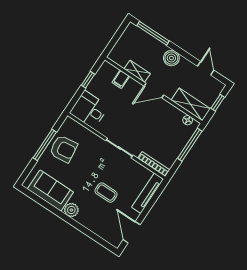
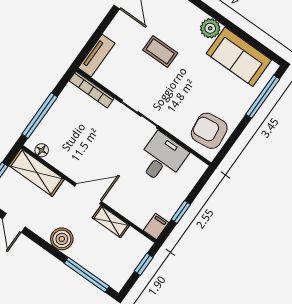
window: (113, 42) -> (144, 264), added
filing cabinet: (121, 79) -> (156, 226), moved
desk: (89, 110) -> (162, 158), moved, turned -90
window: (45, 145) -> (263, 97), moved
armchair: (63, 149) -> (209, 131), moved
tv unit: (148, 193) -> (97, 56), width x0.71

